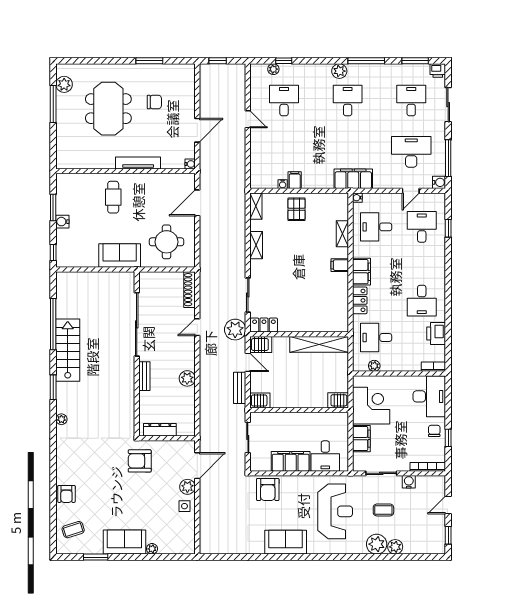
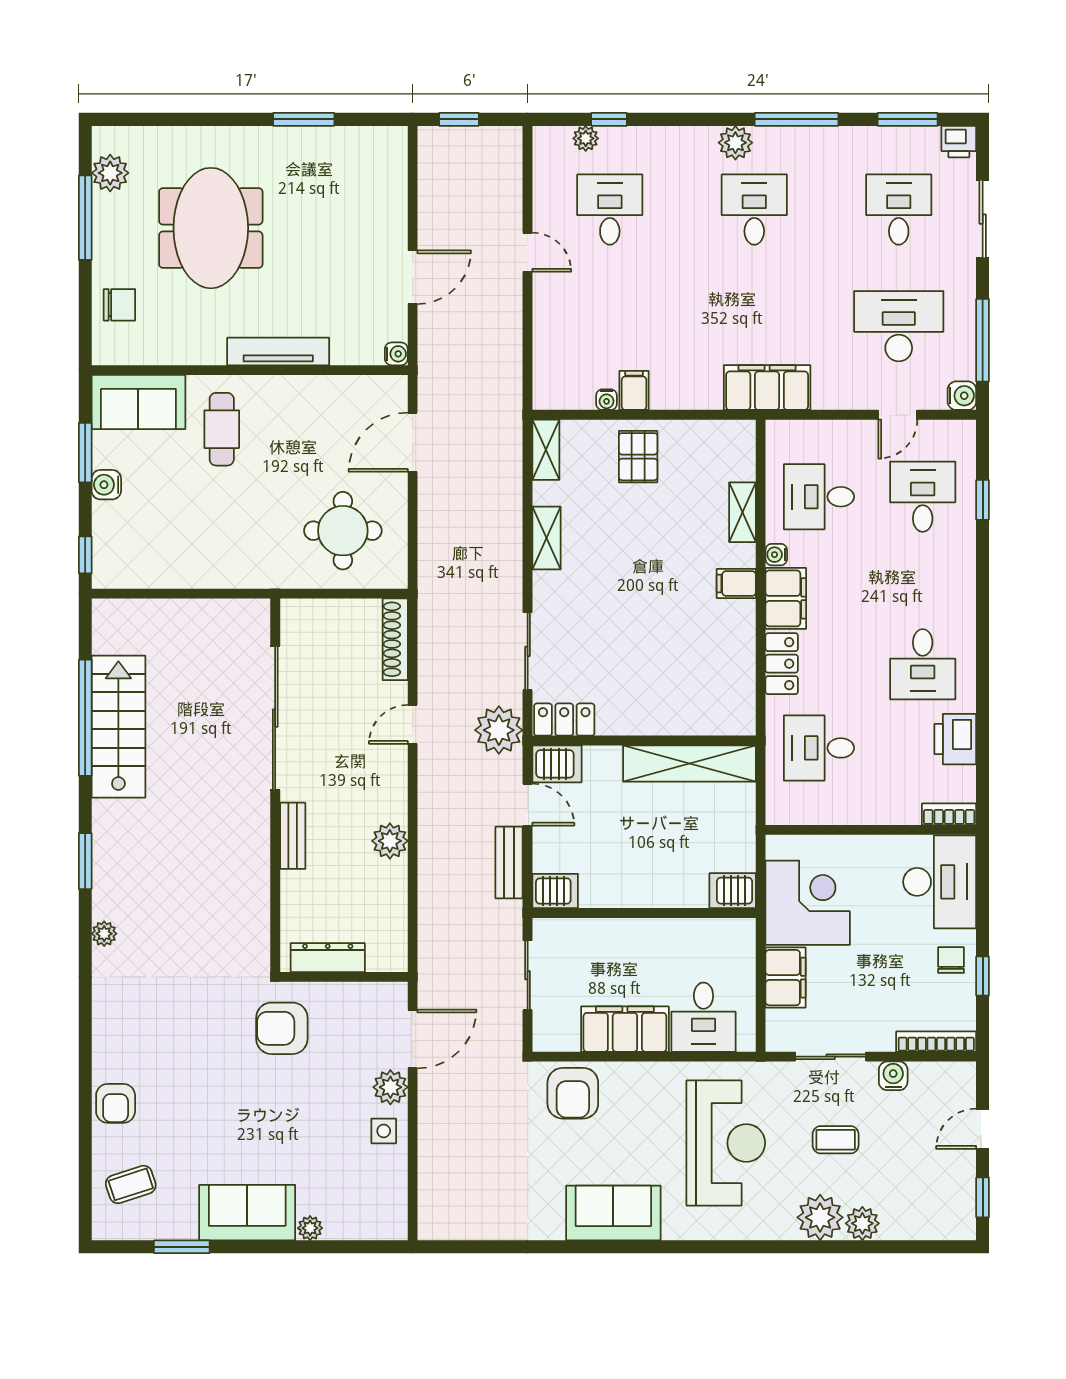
chair: (154, 102) -> (119, 305), moved
water cooler: (357, 198) -> (776, 555), moved
sofa: (120, 256) -> (138, 402), moved, turned 180
stairs: (68, 350) -> (118, 727), moved
plant: (374, 366) -> (815, 812), removed

